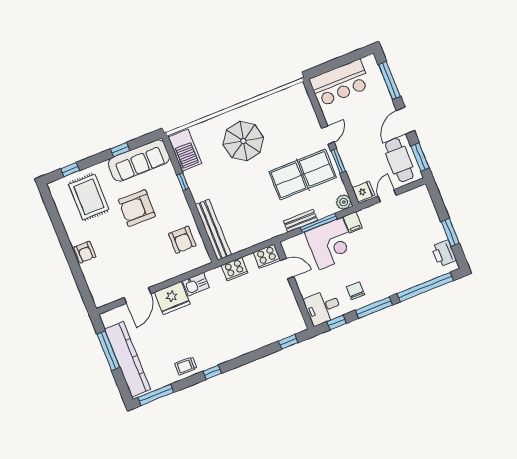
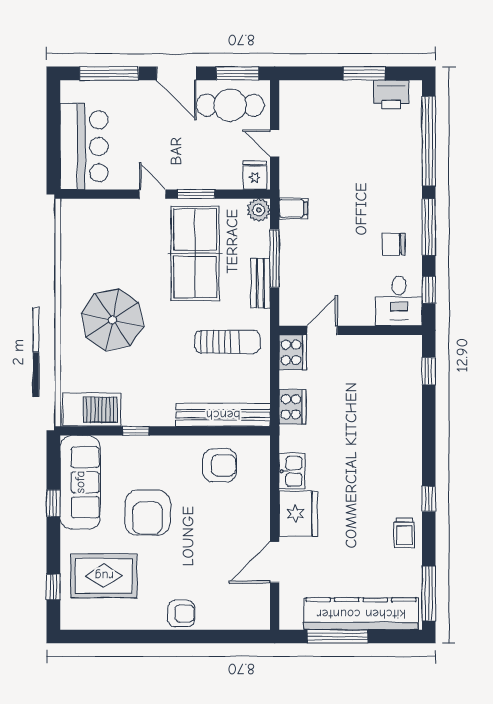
sun lounger: (258, 215) -> (227, 342), added
corner desk: (331, 243) -> (311, 253), removed
door: (138, 296) -> (275, 562), swing flipped

